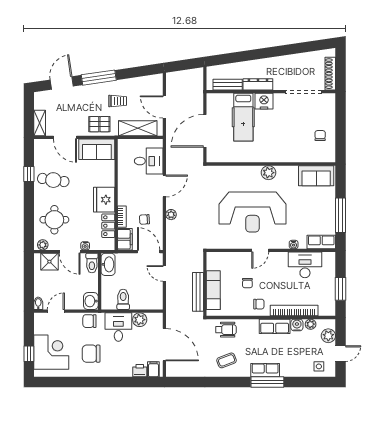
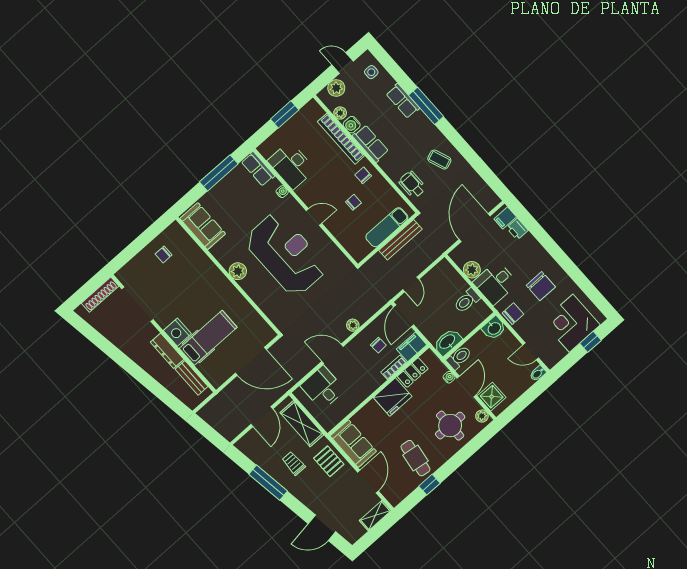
window: (99, 78) -> (268, 483), moved
chair: (89, 321) -> (513, 314), turned -90
row of seats: (265, 370) -> (403, 101), moved

